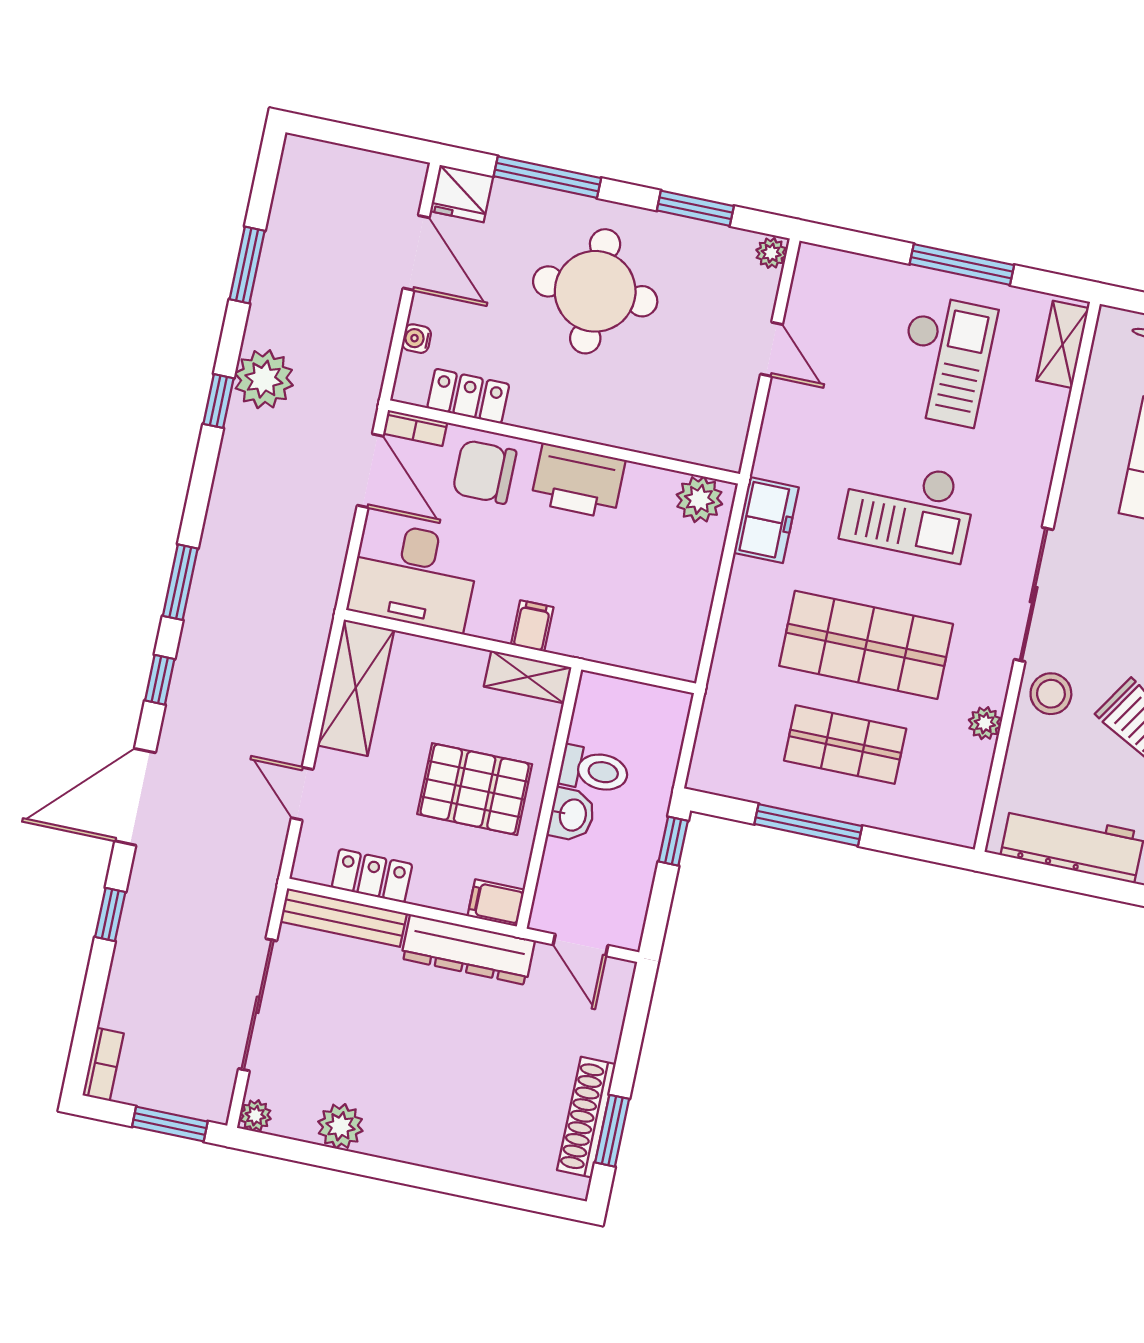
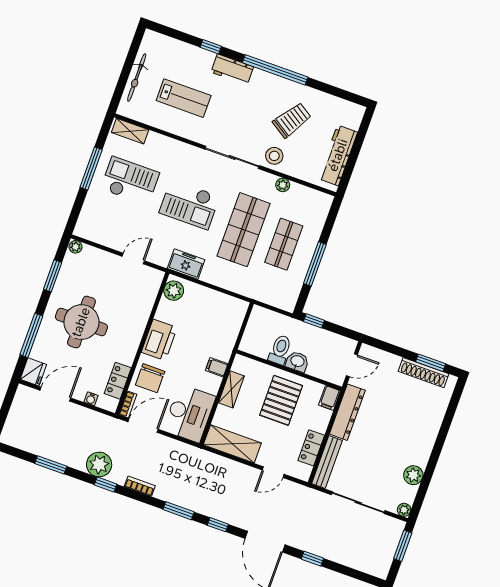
door: (771, 349) -> (133, 259), moved
checkout: (908, 509) -> (189, 204), turned 90
shelving: (528, 677) -> (231, 389), moved
bookcase: (103, 1064) -> (140, 486), moved

